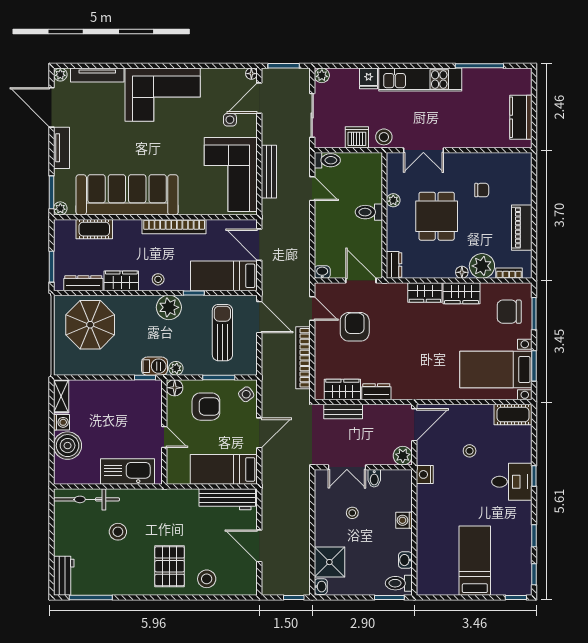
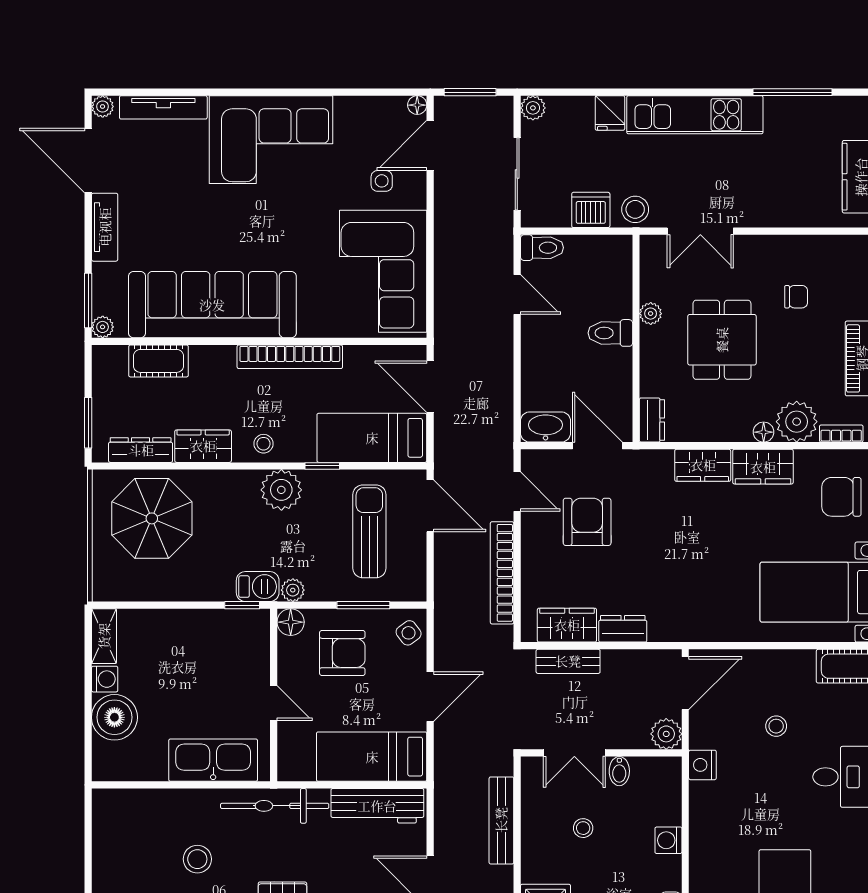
bench: (269, 172) -> (501, 820), moved
washbasin: (322, 272) -> (546, 427), width x1.91, depth x1.45
bicycle: (86, 499) -> (275, 806), moved

